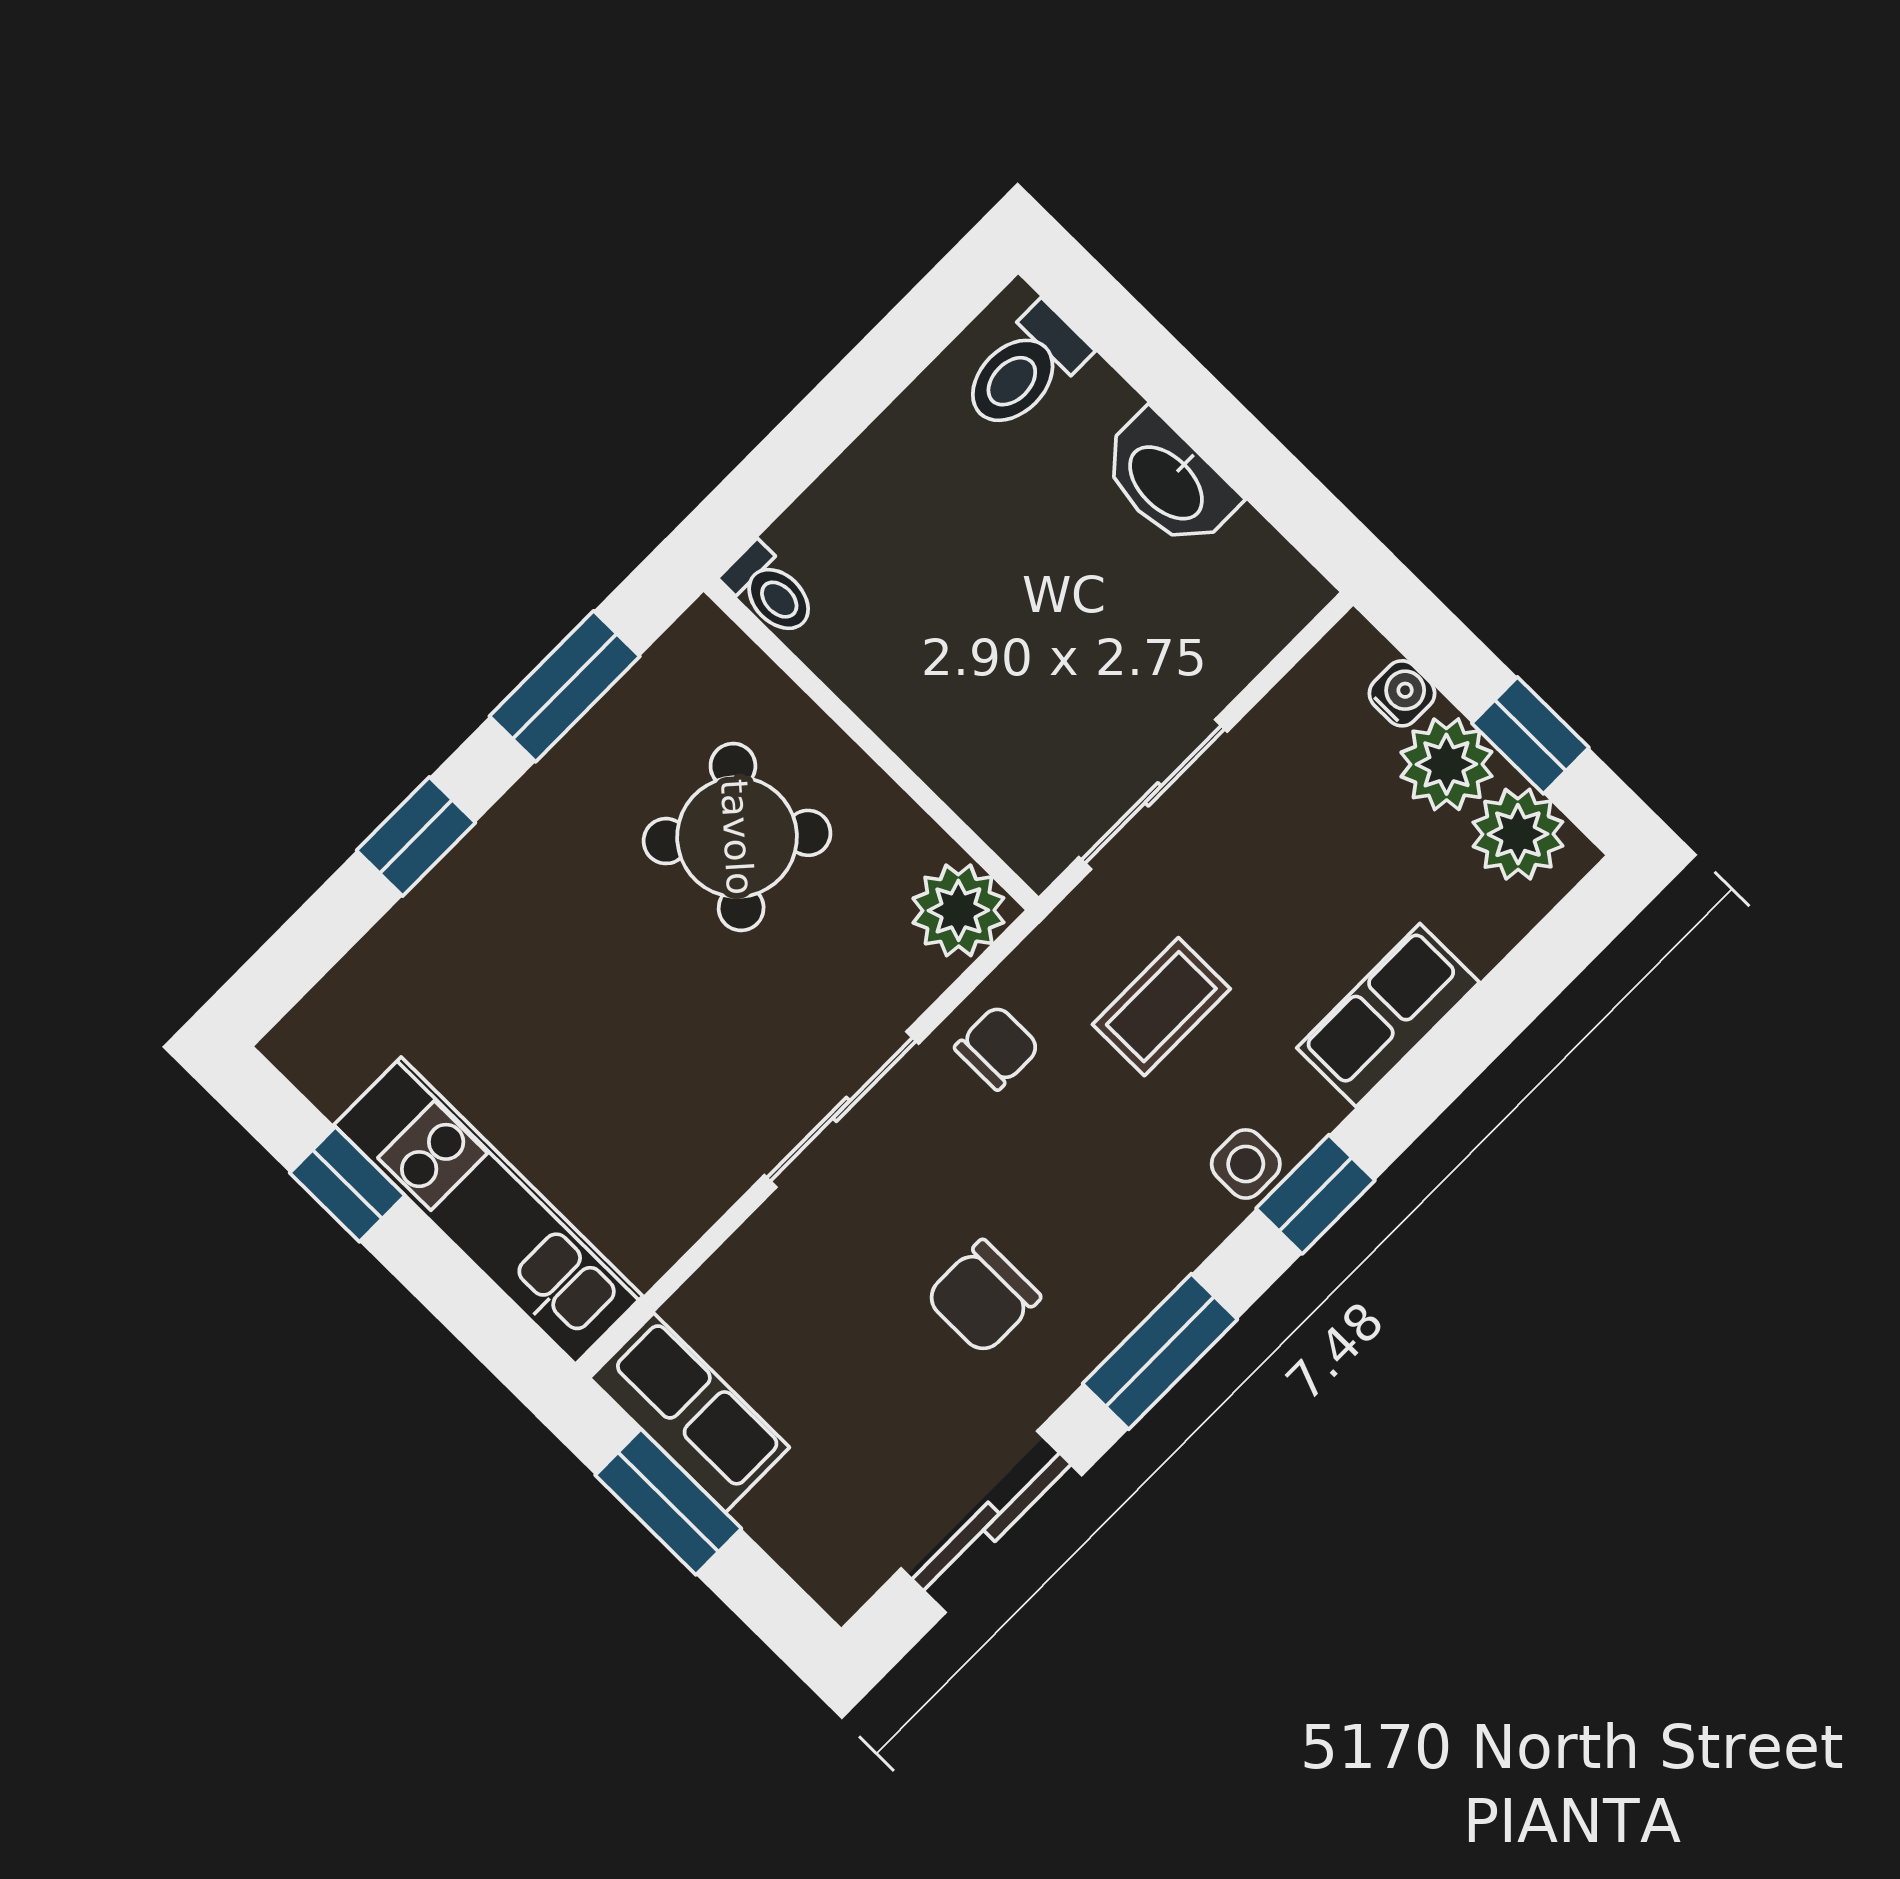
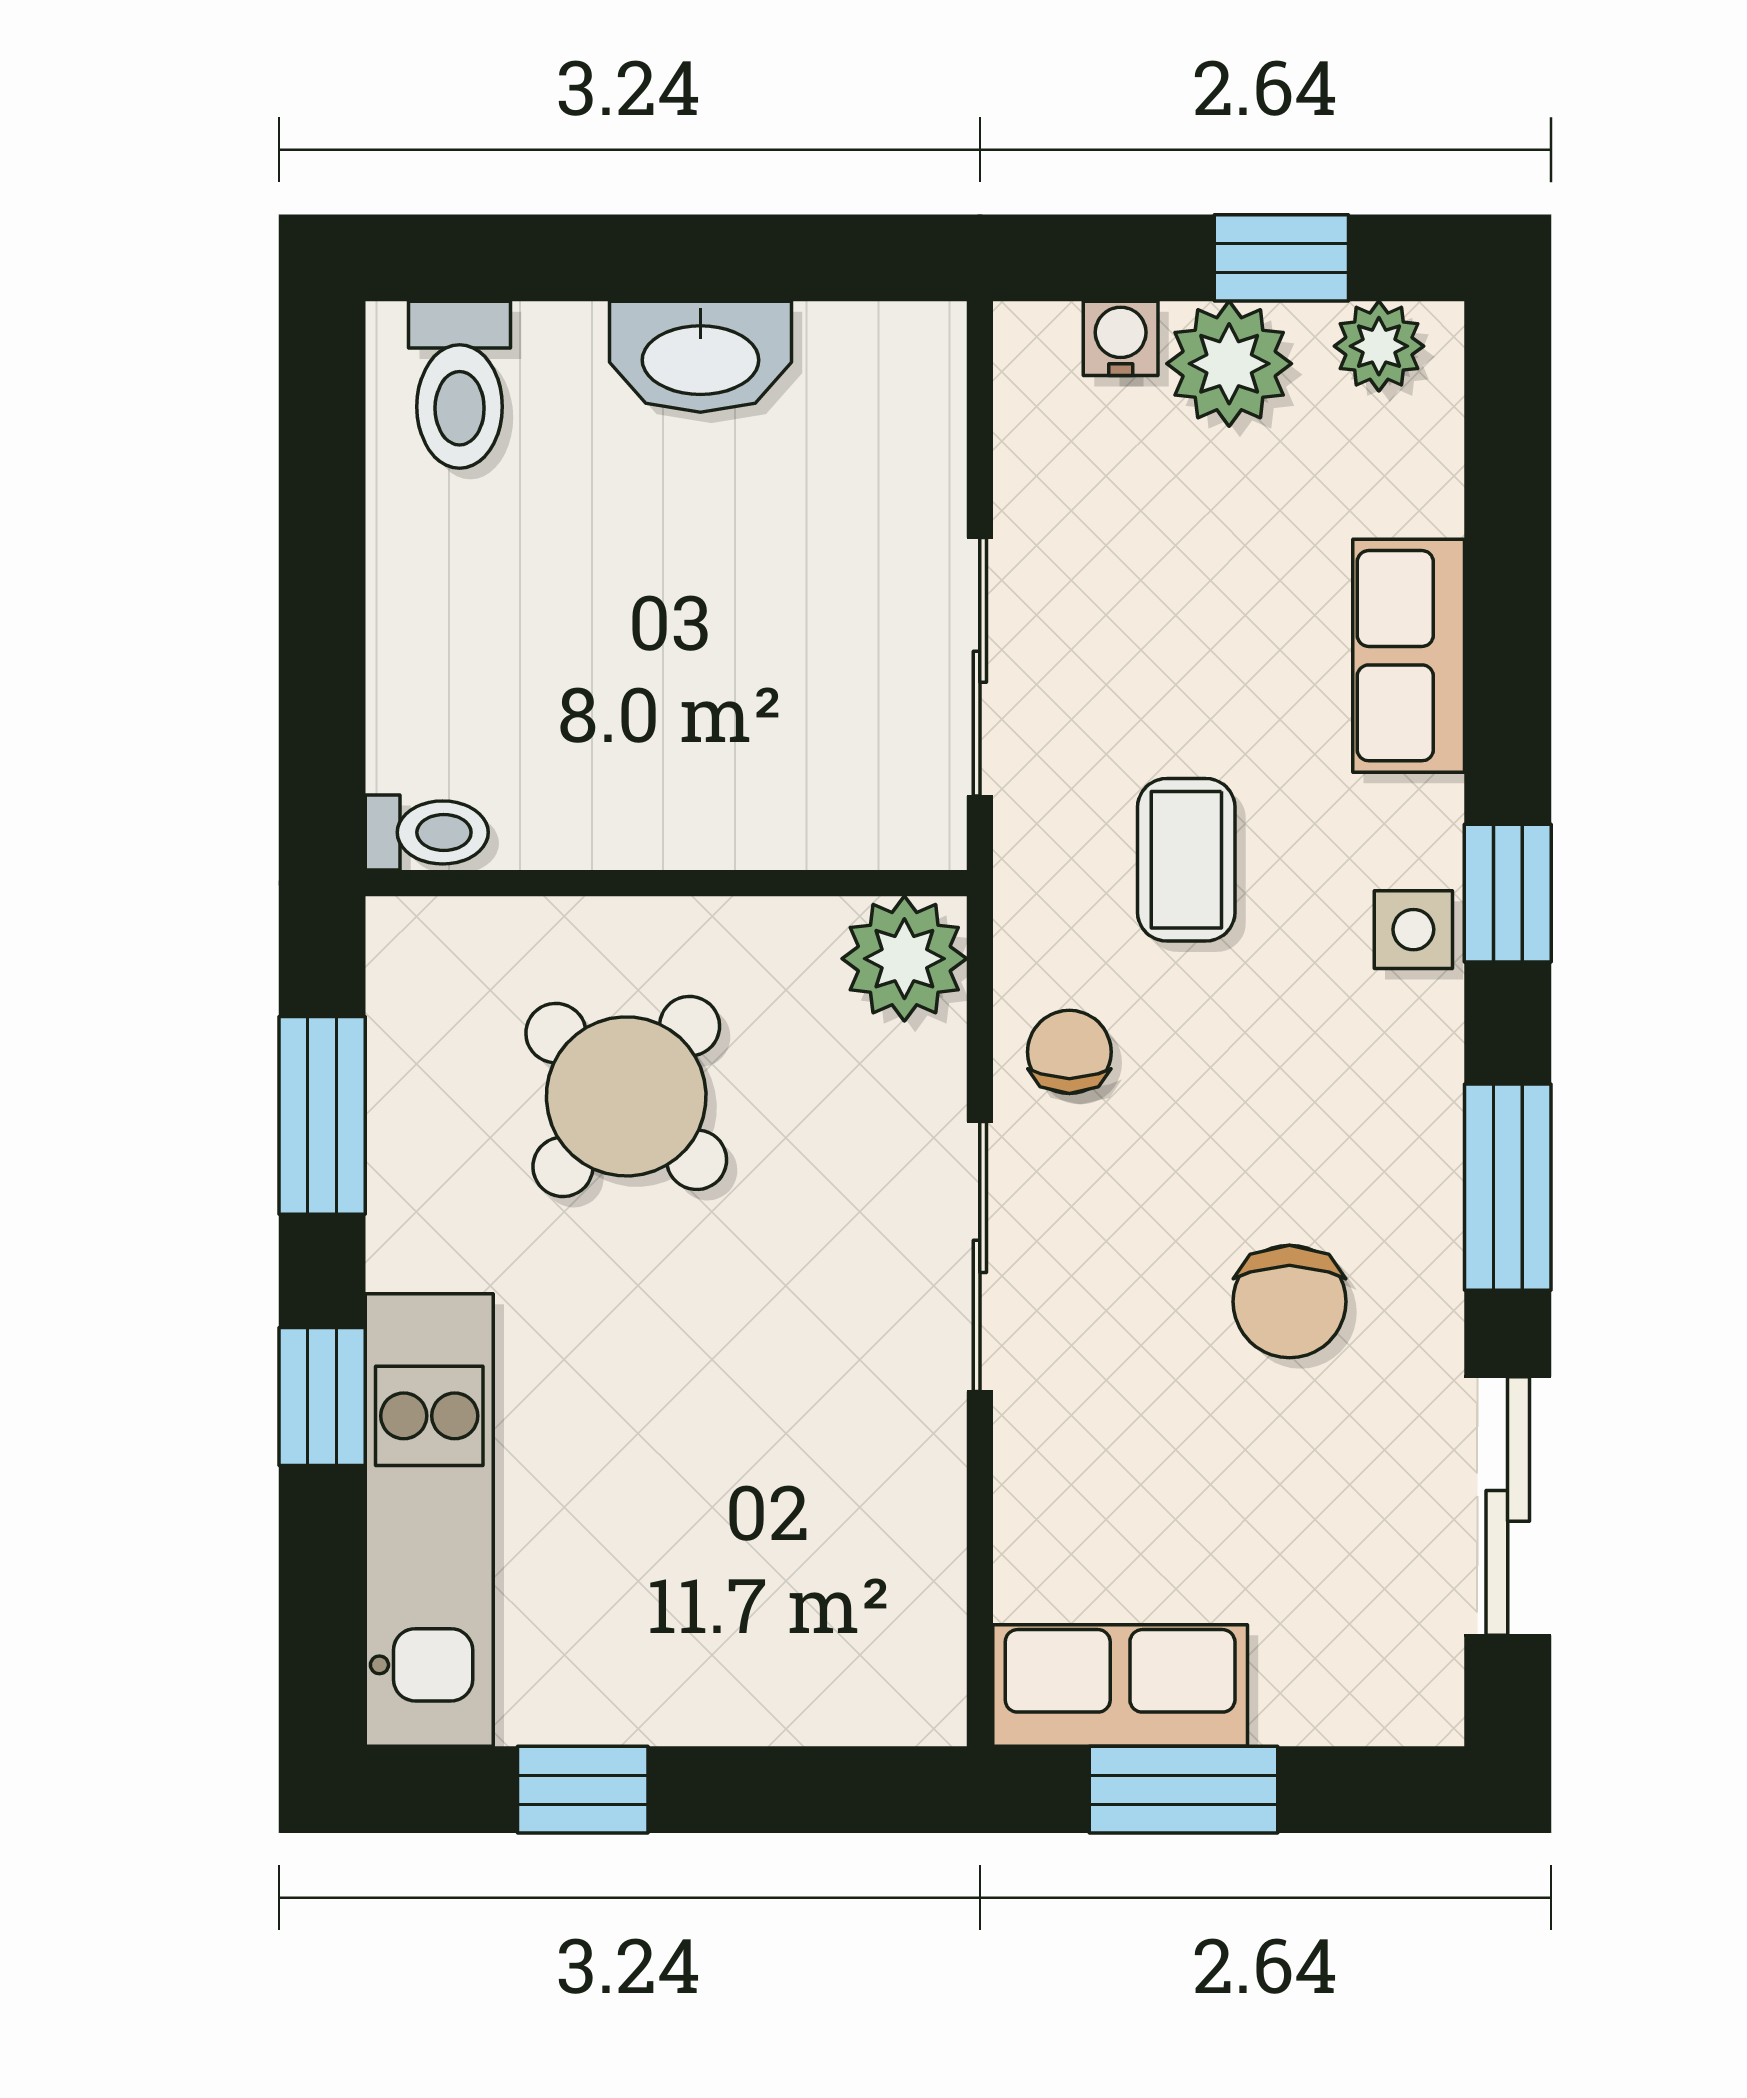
plant: (1518, 834) -> (1379, 346), width x0.73, depth x0.73
kitchen unit: (488, 1211) -> (429, 1520), moved, turned 90

